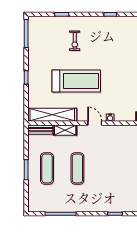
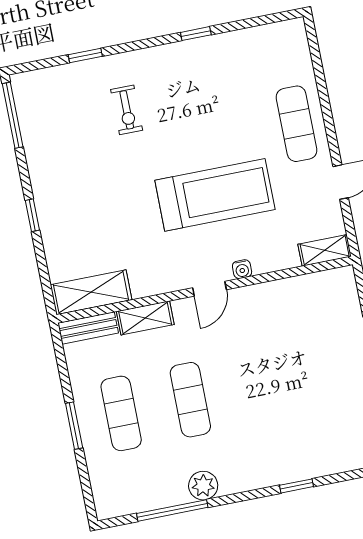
treadmill: (76, 81) -> (215, 195), moved
shelving: (52, 115) -> (91, 292), width x0.68
door: (95, 123) -> (209, 289), swing flipped
plant: (76, 206) -> (203, 486), added

